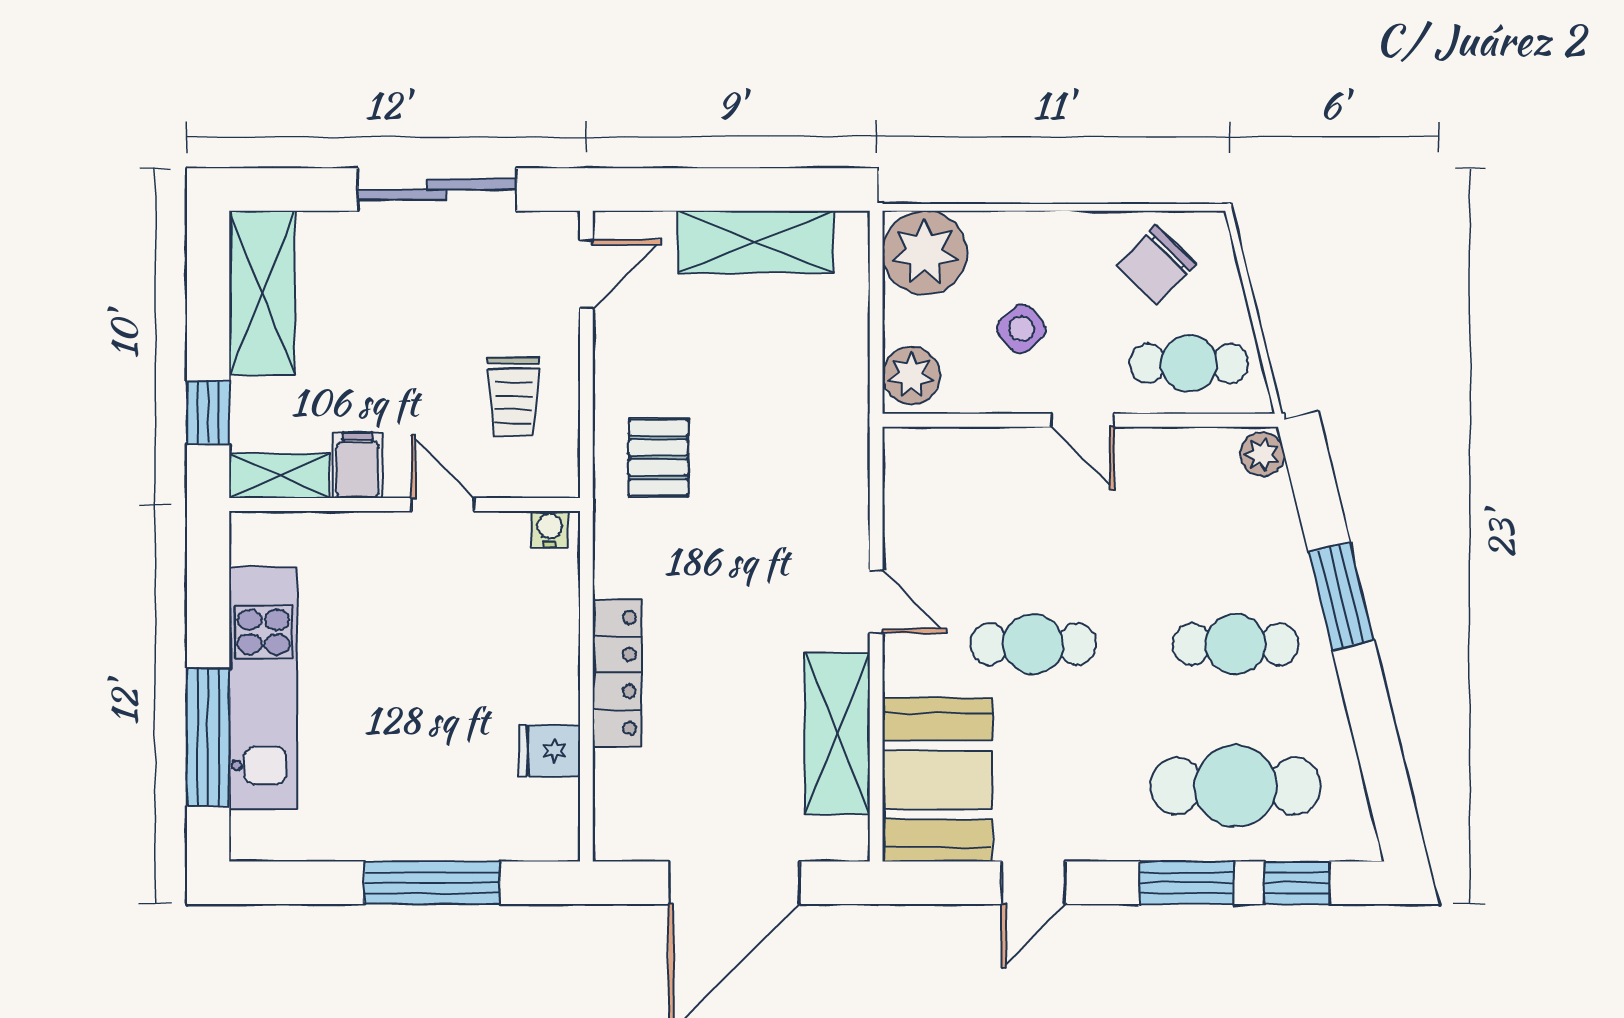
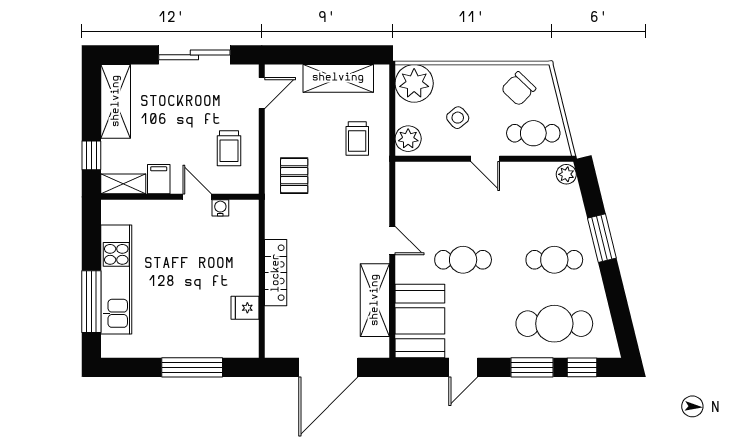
trolley: (798, 375) -> (357, 139), added
water cooler: (550, 529) -> (220, 208), moved

